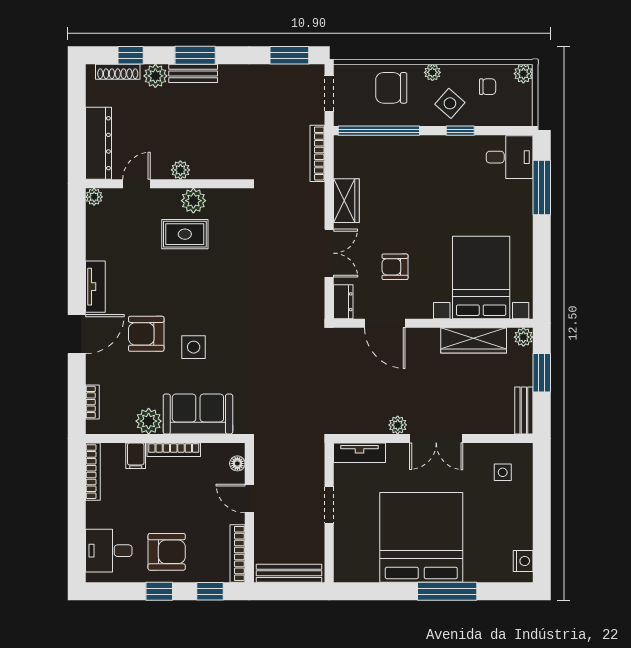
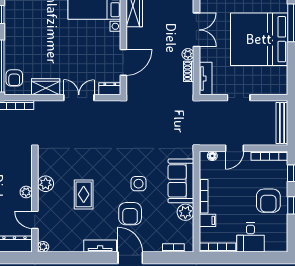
rug: (185, 234) -> (84, 194), moved
armchair: (395, 267) -> (14, 78), moved
shoe rack: (371, 426) -> (189, 71), added
desk: (109, 551) -> (250, 237), moved
armchair: (167, 552) -> (268, 201), turned 180

